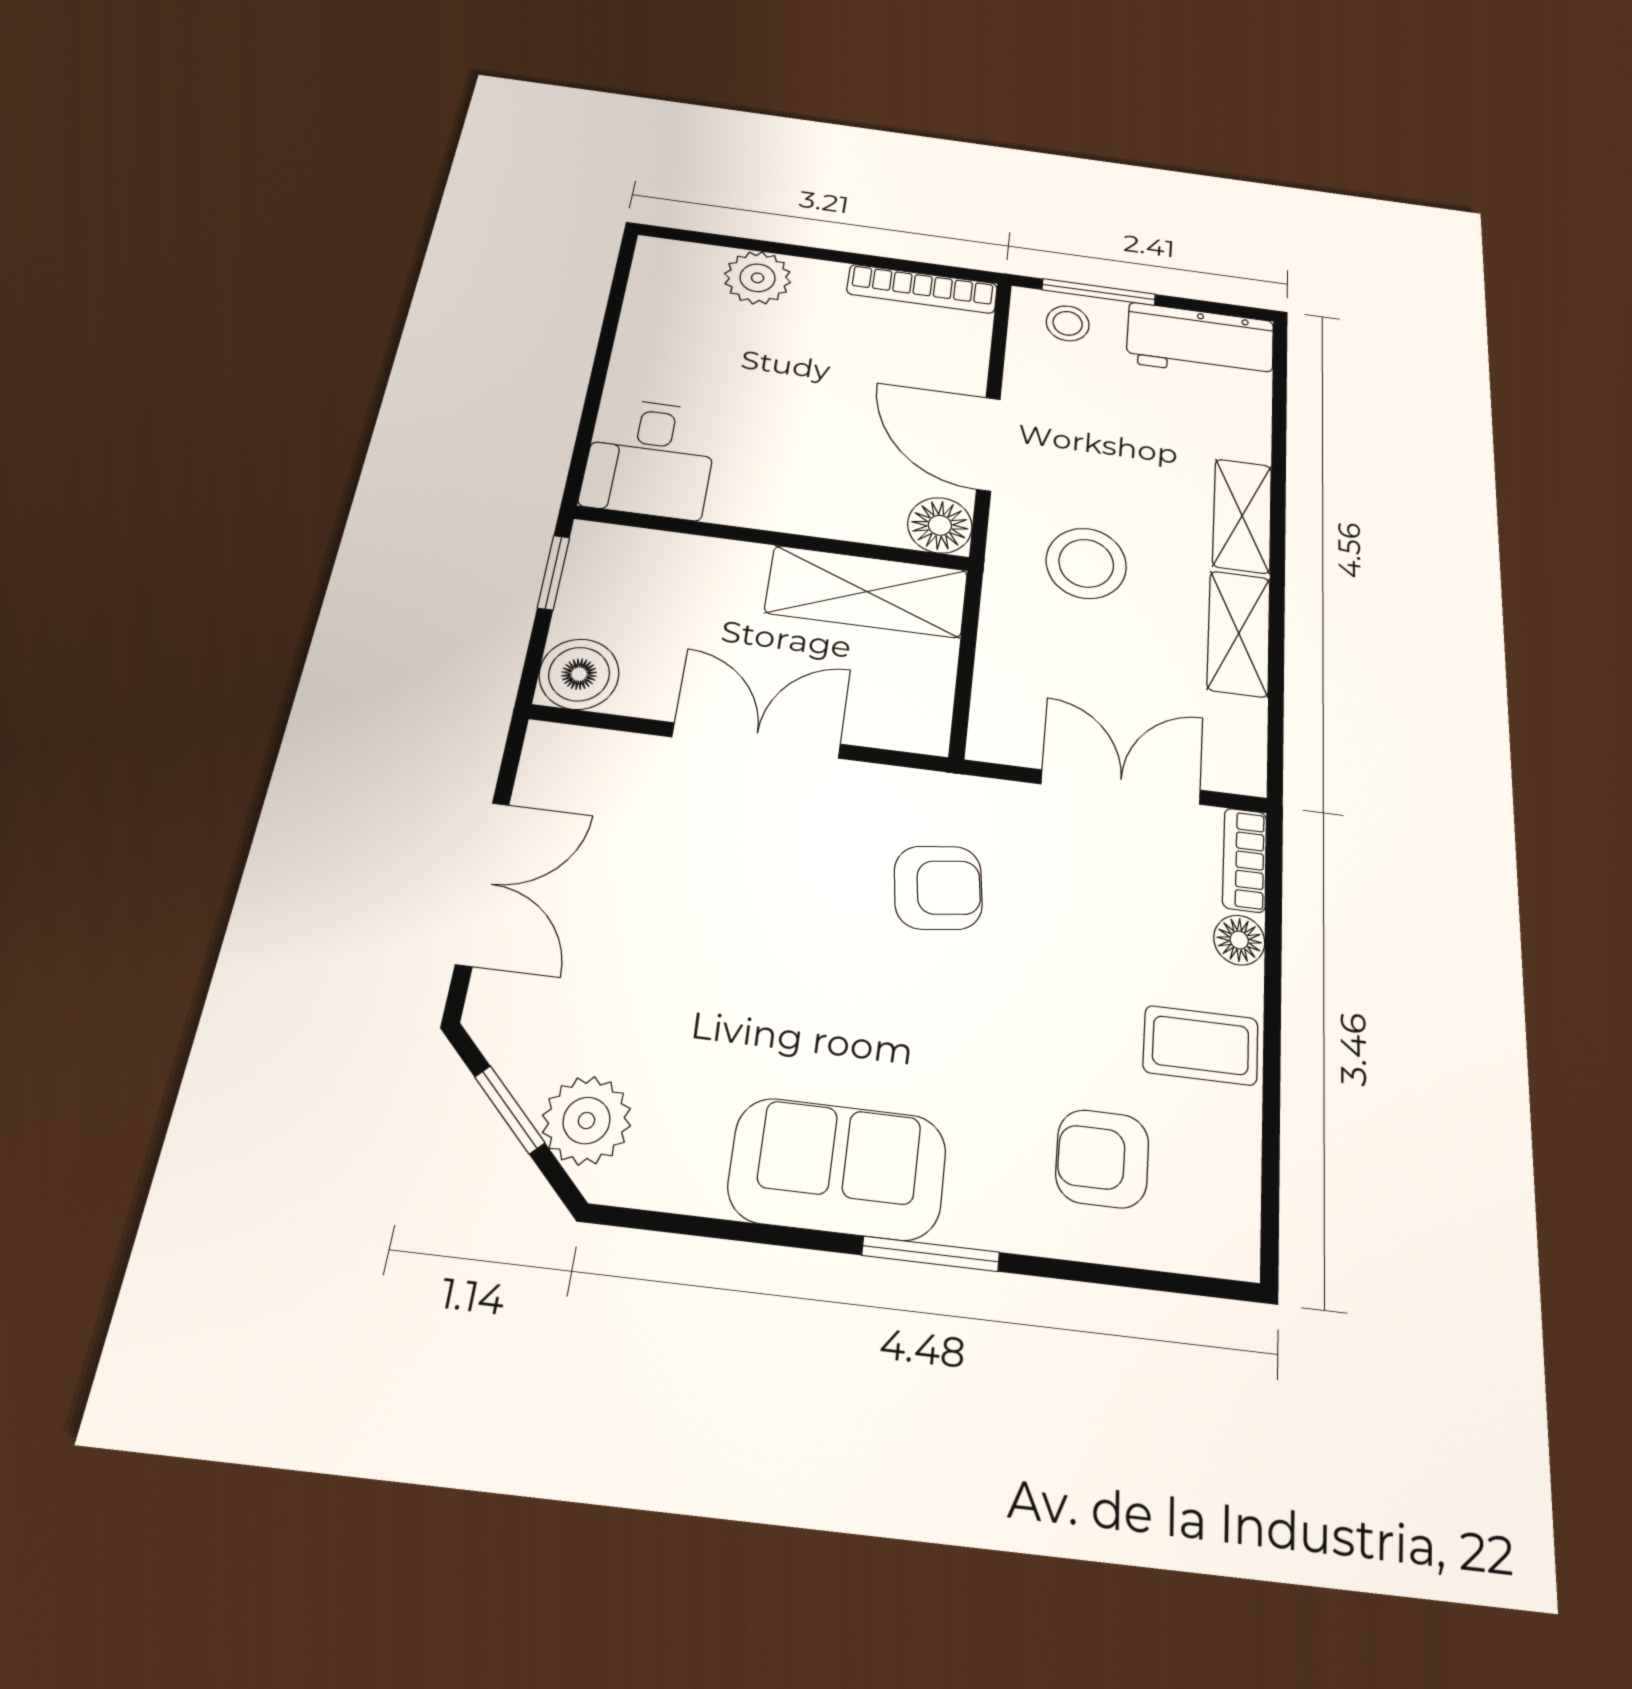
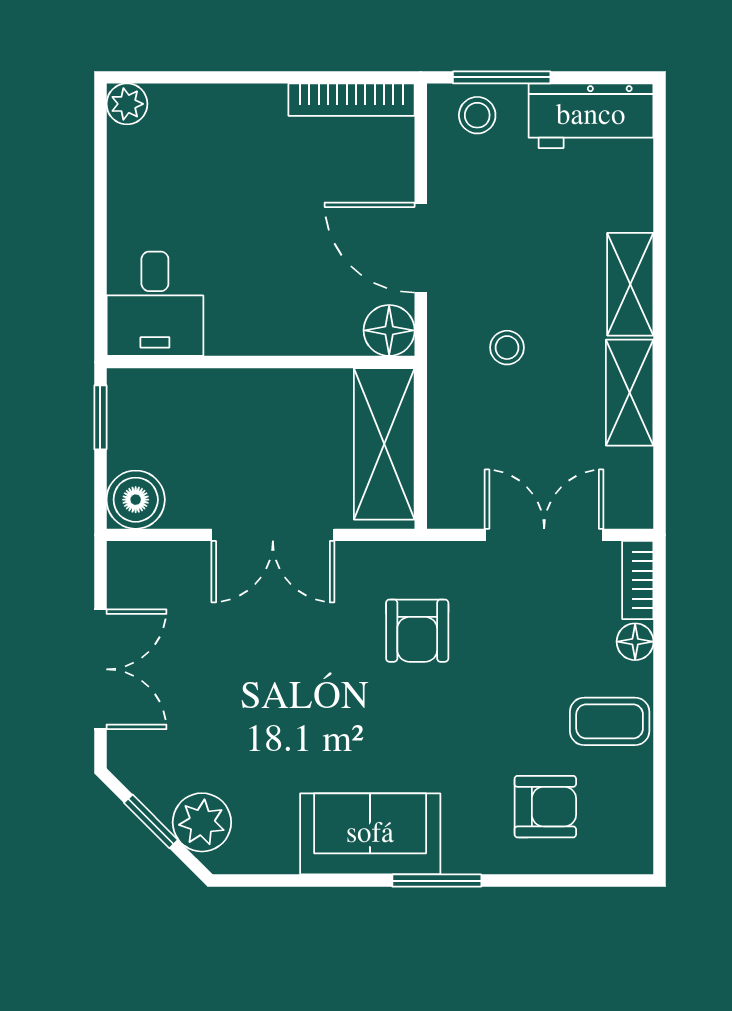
plant: (758, 278) -> (127, 104), moved, width x0.73, depth x0.73
stool: (1086, 563) -> (507, 348), width x0.53, depth x0.53
shelving: (867, 592) -> (384, 444), moved, turned 90
double door: (756, 740) -> (273, 535), swing flipped
armchair: (938, 888) -> (417, 631), turned 97
armchair: (1102, 1159) -> (545, 807), turned 180

